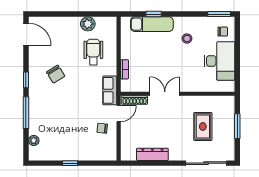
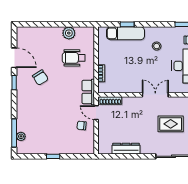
door: (26, 34) -> (14, 58), moved
wheelchair: (93, 52) -> (74, 58), turned -90
double door: (165, 94) -> (155, 95), moved
window: (26, 113) -> (14, 133), moved
door: (119, 114) -> (96, 113), swing flipped
rug: (203, 126) -> (171, 124), turned 90

